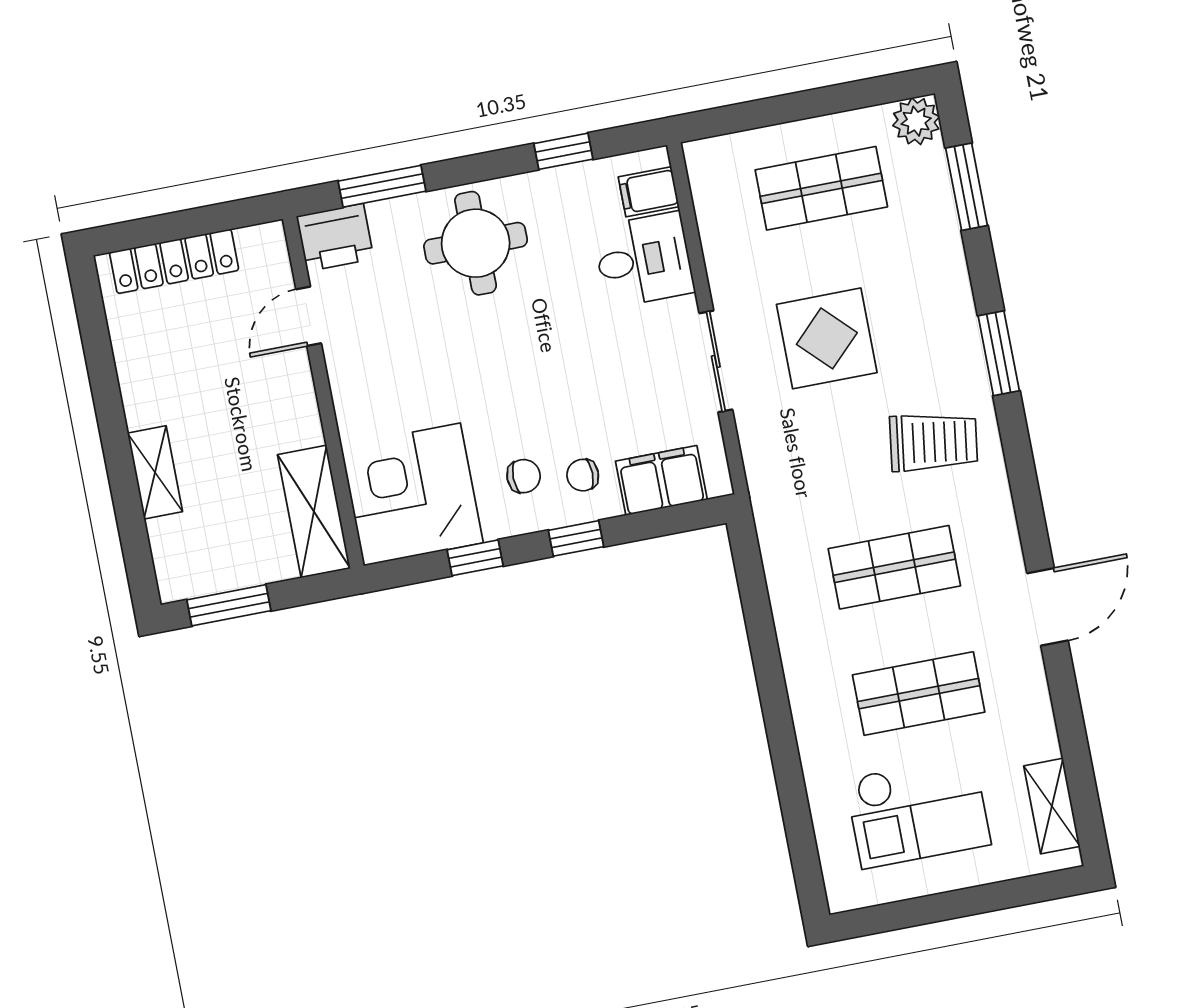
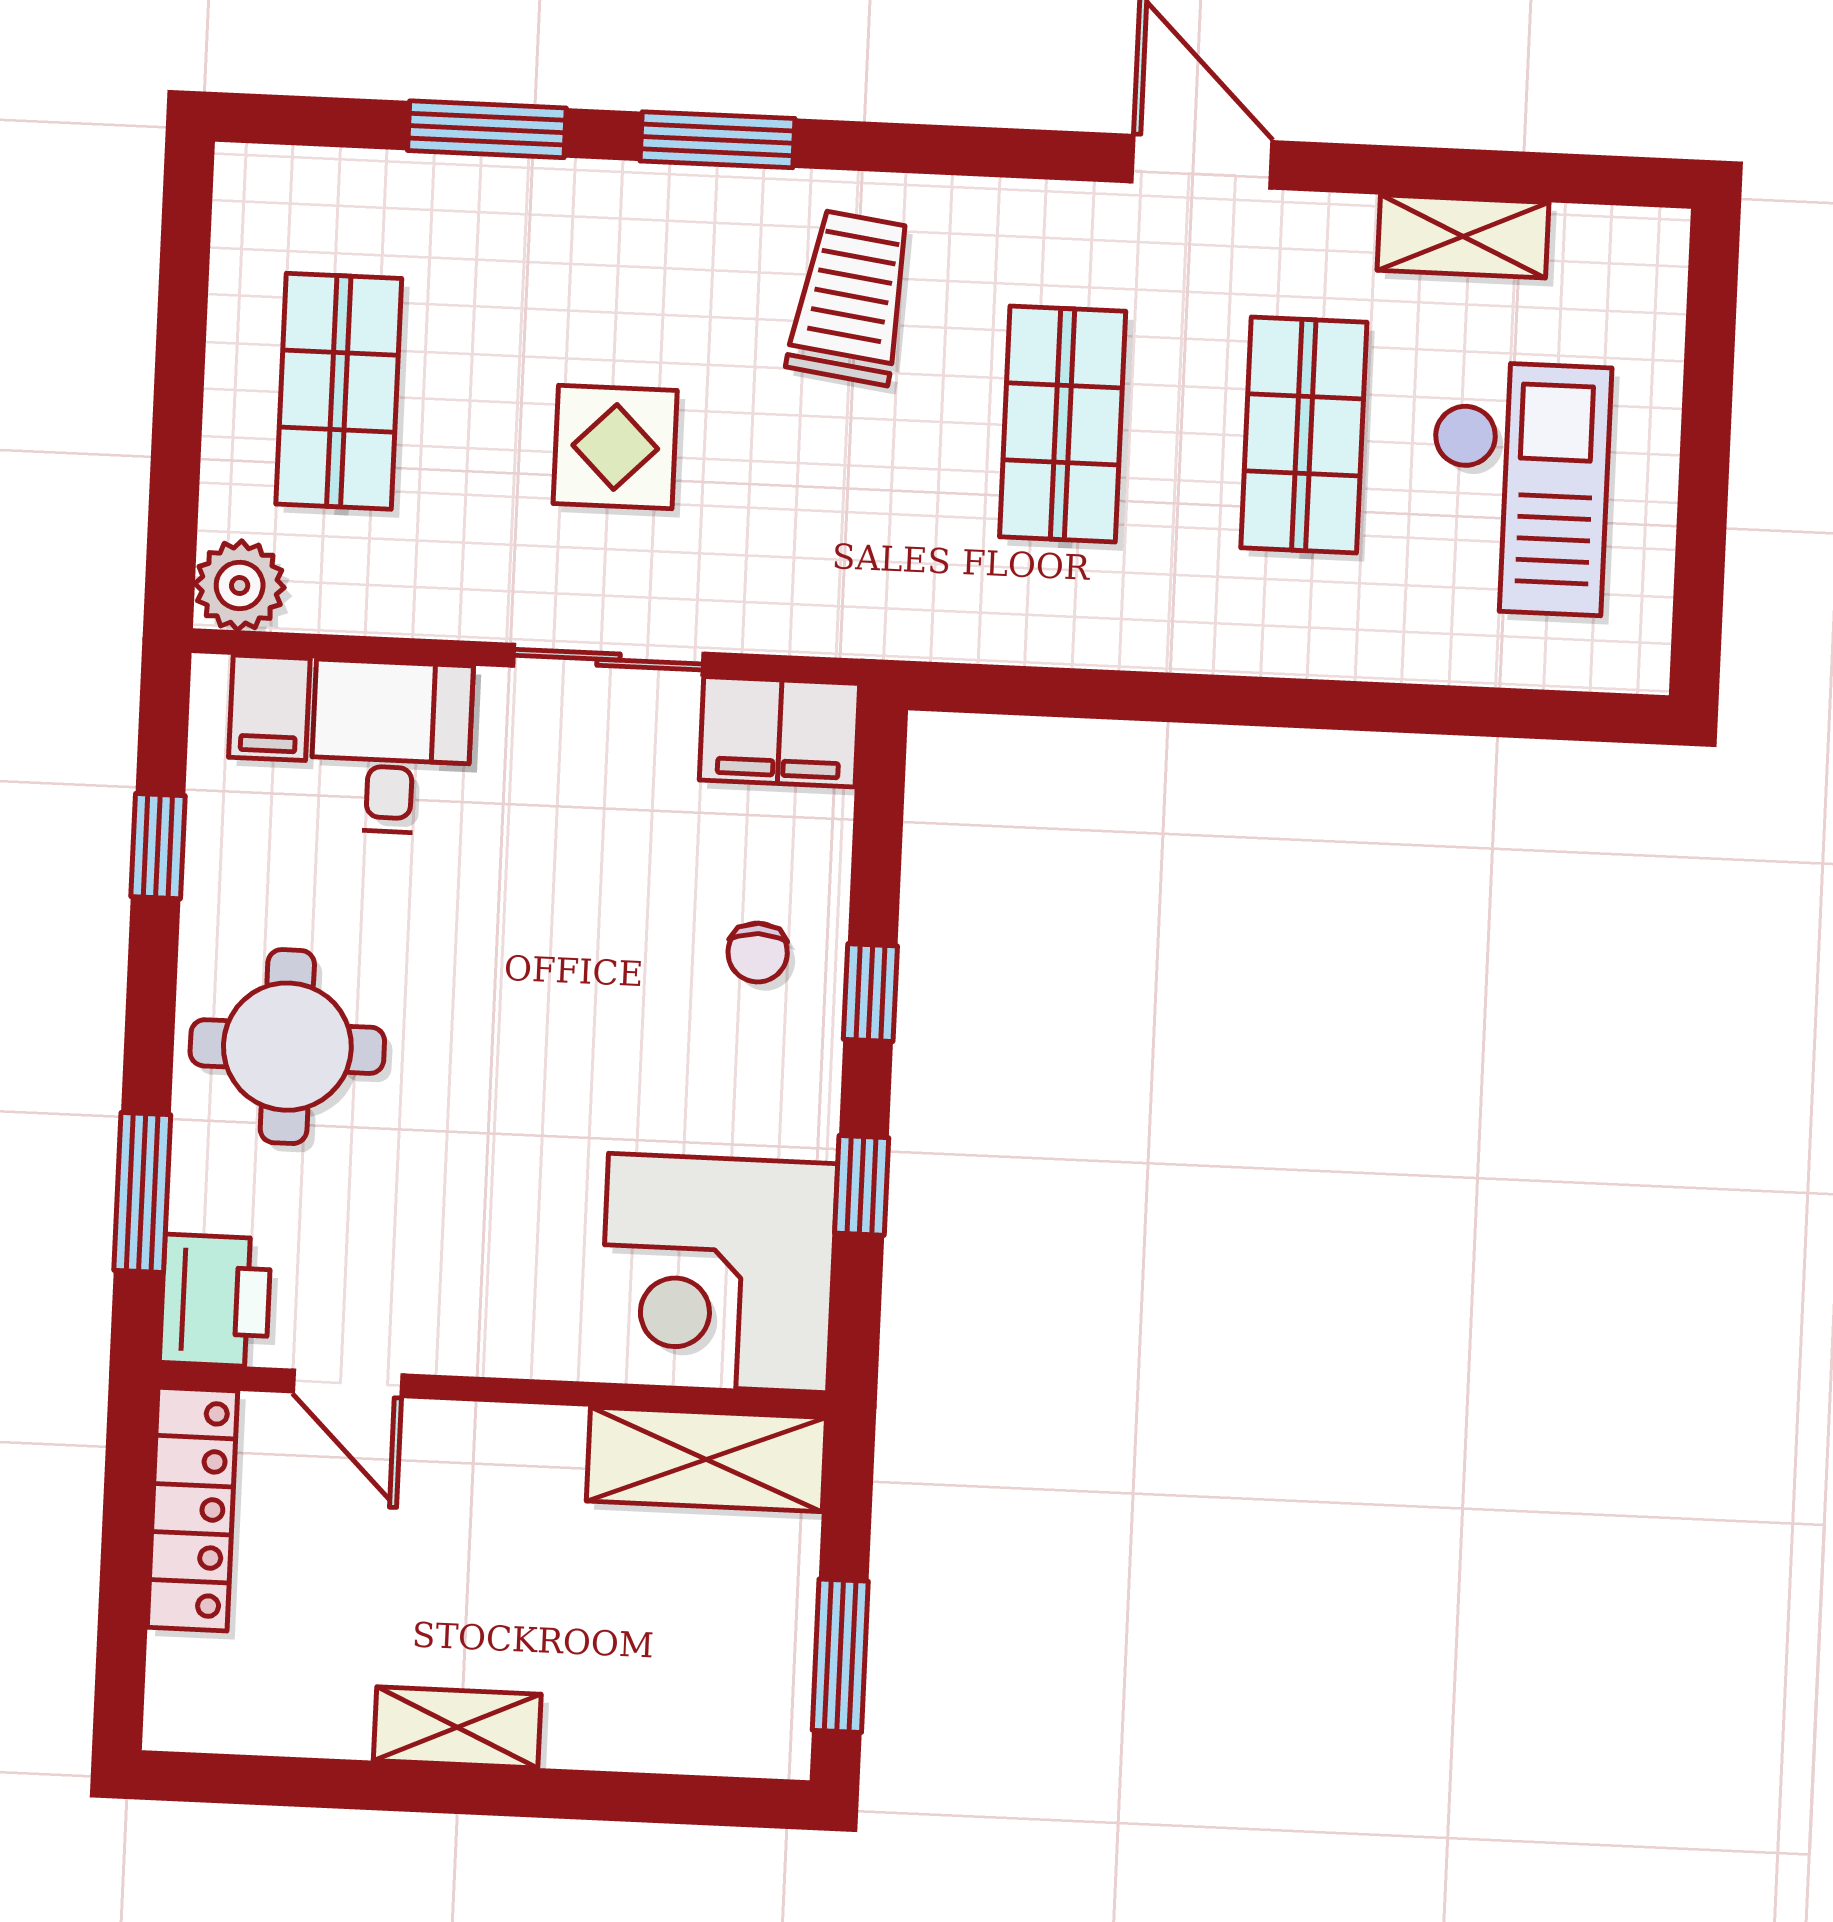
plant: (916, 121) -> (240, 586), moved
window: (967, 187) -> (487, 129), moved
locker: (174, 261) -> (193, 1509), moved
display table: (827, 338) -> (615, 447), width x0.73, depth x0.73
shelving: (155, 472) -> (457, 1727), moved
chair: (524, 476) -> (734, 1061), removed
filing cabinet: (661, 480) -> (779, 732), moved, turned -90
shelving: (1052, 806) -> (1463, 236), moved

